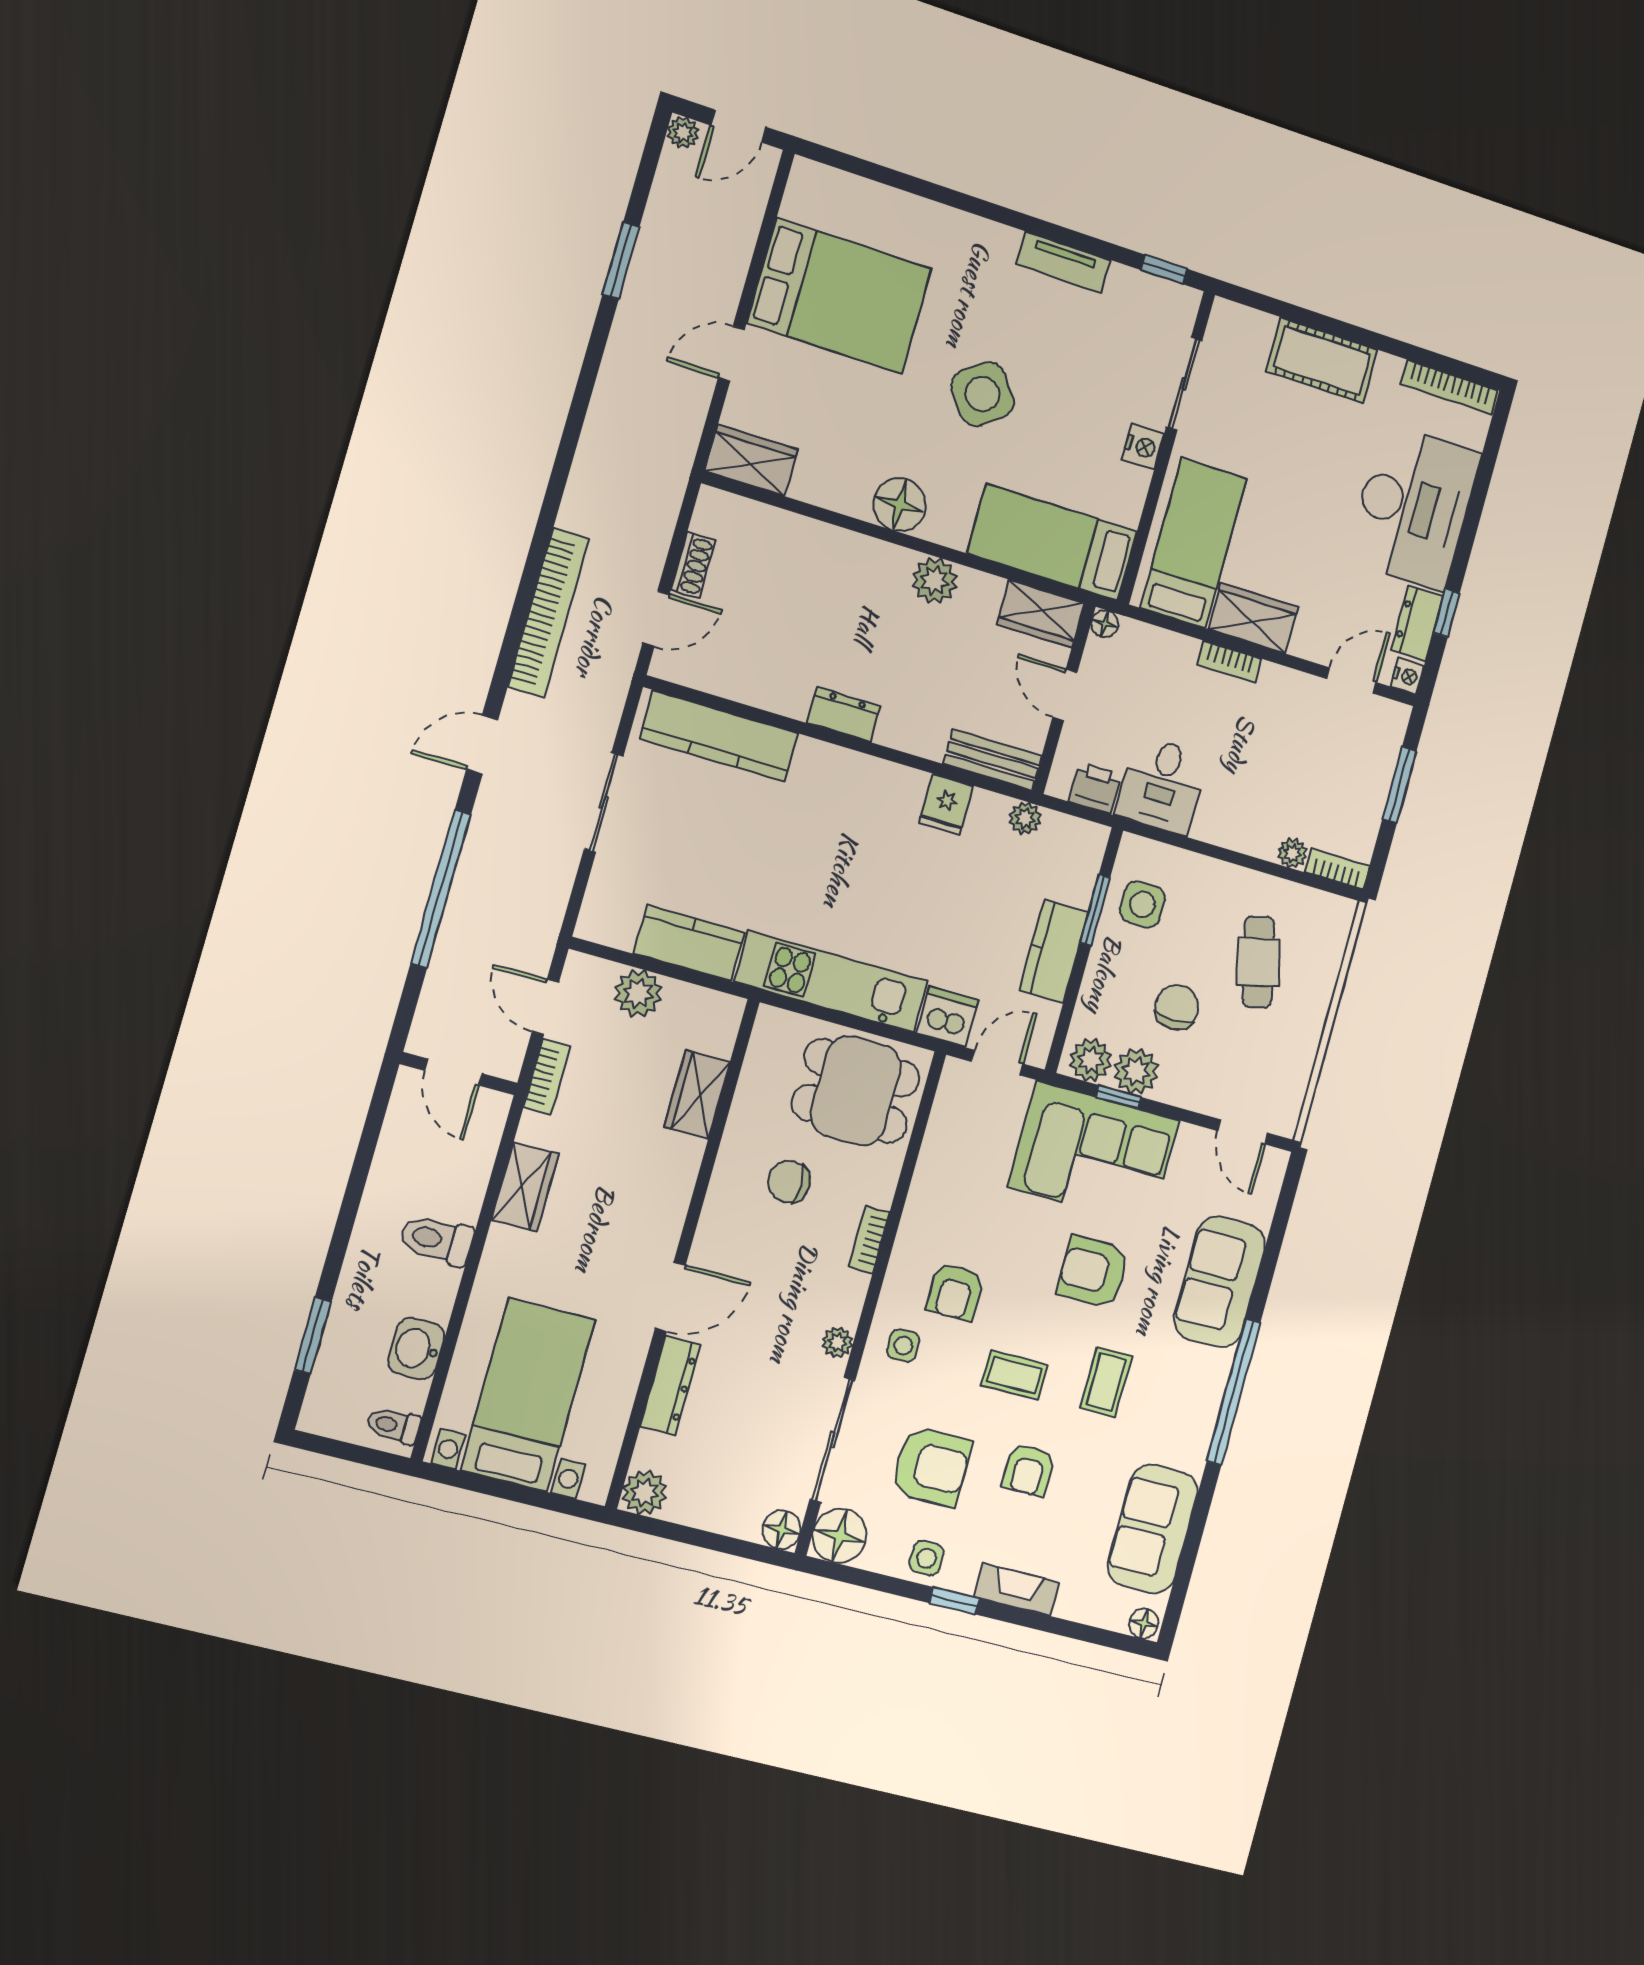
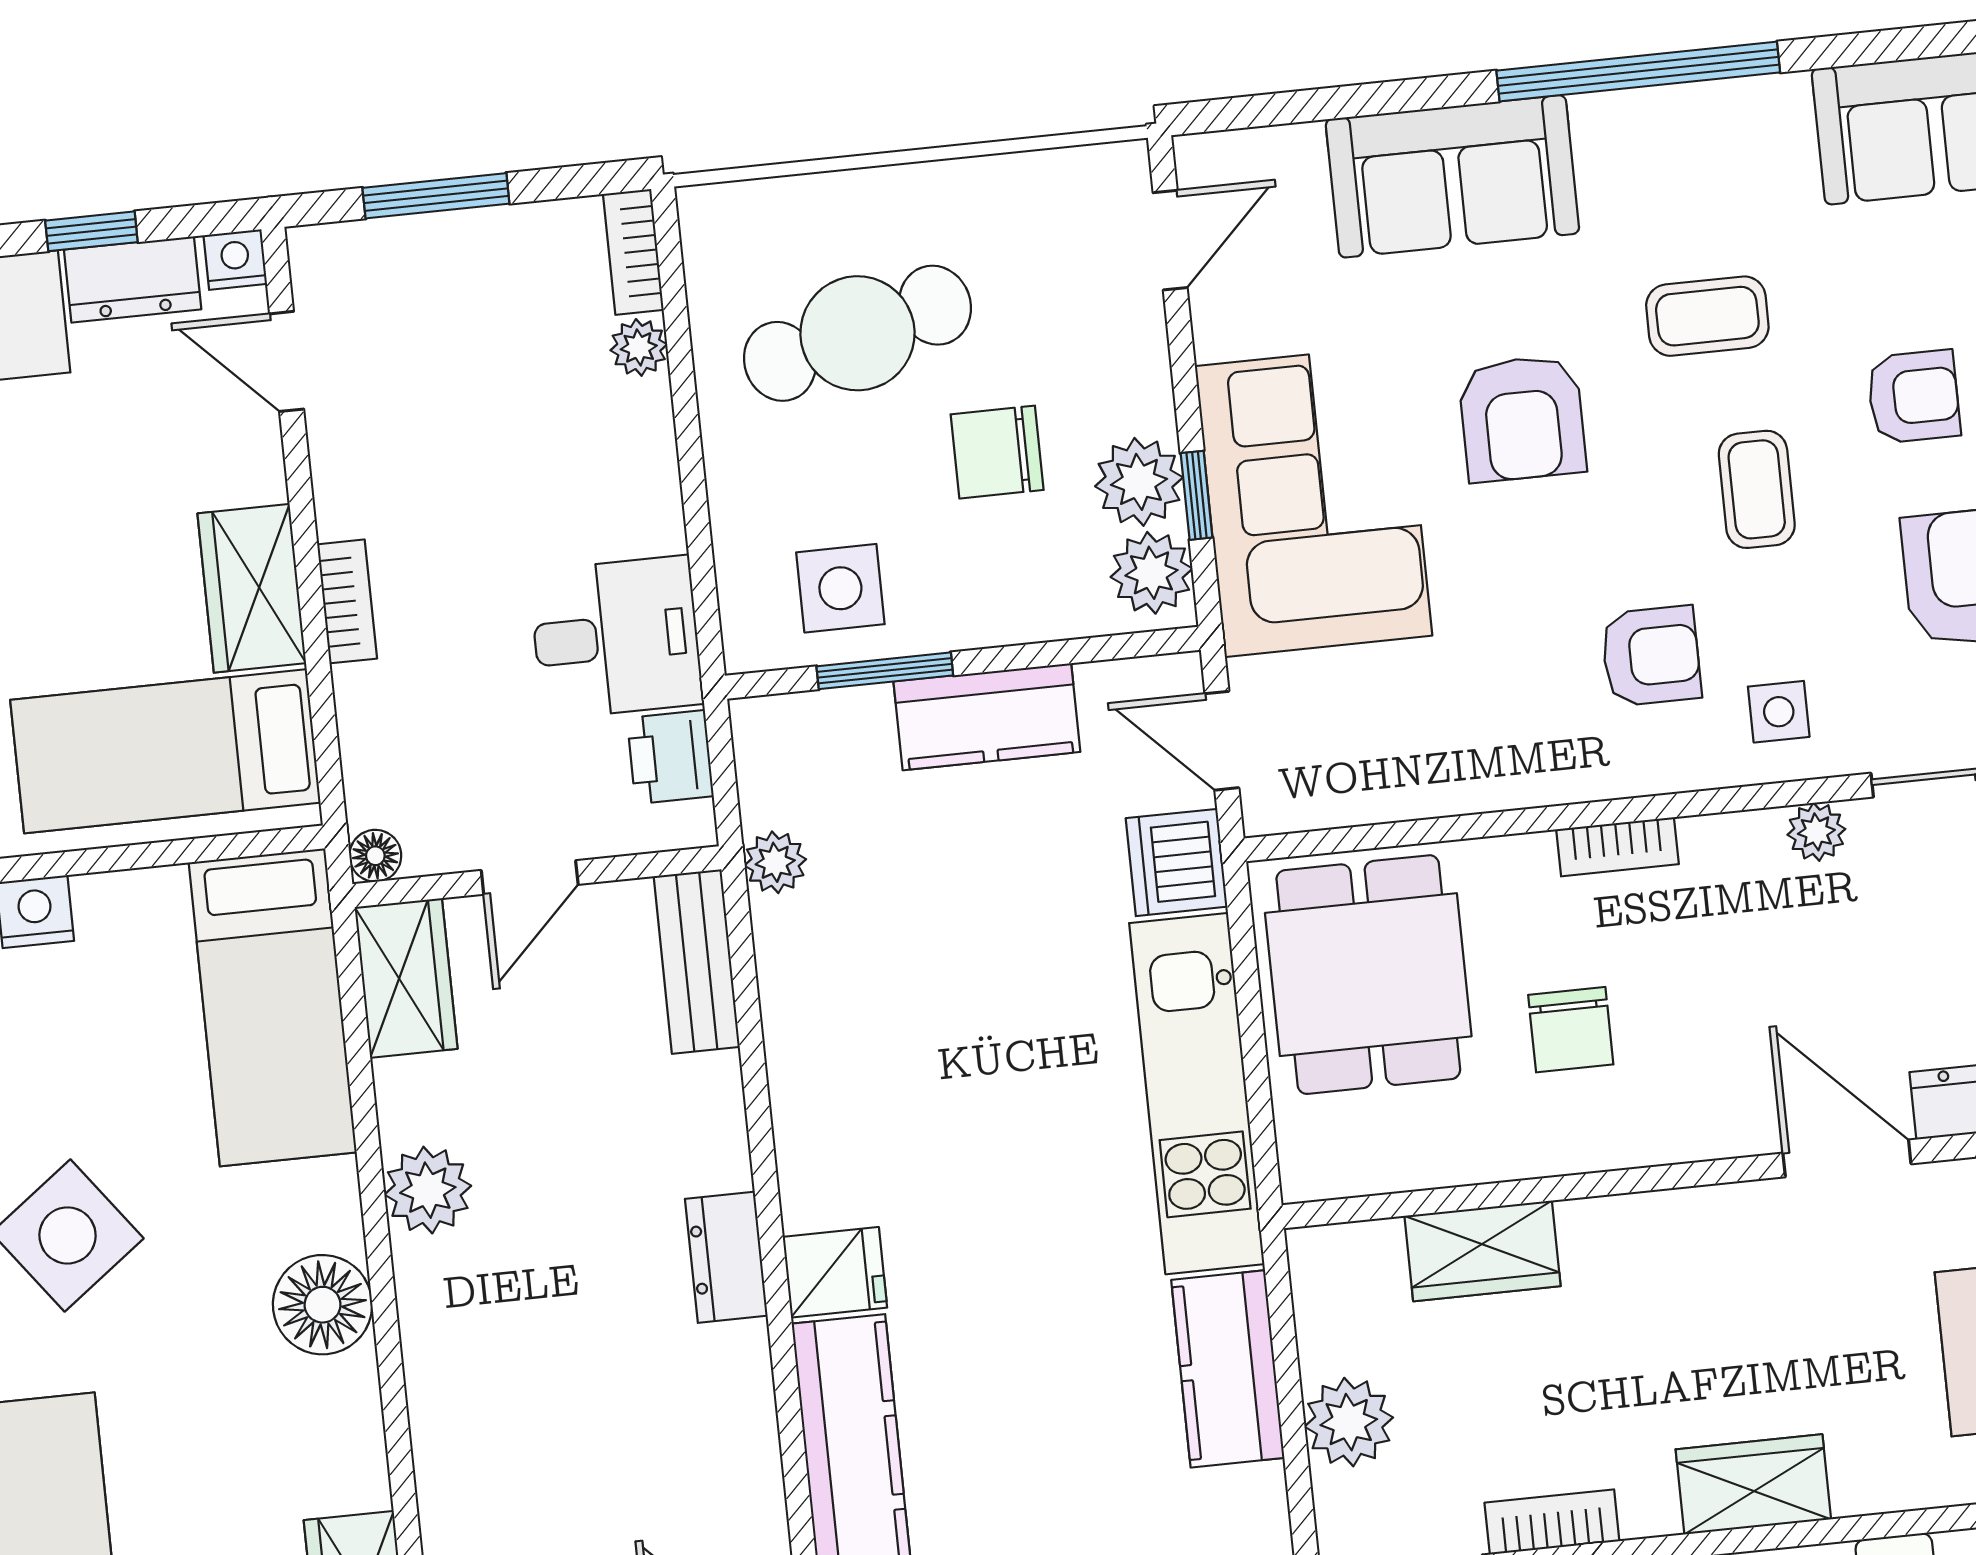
fridge: (946, 804) -> (835, 1272), moved
cafe table: (1258, 962) -> (857, 333), width x1.37, depth x1.35

